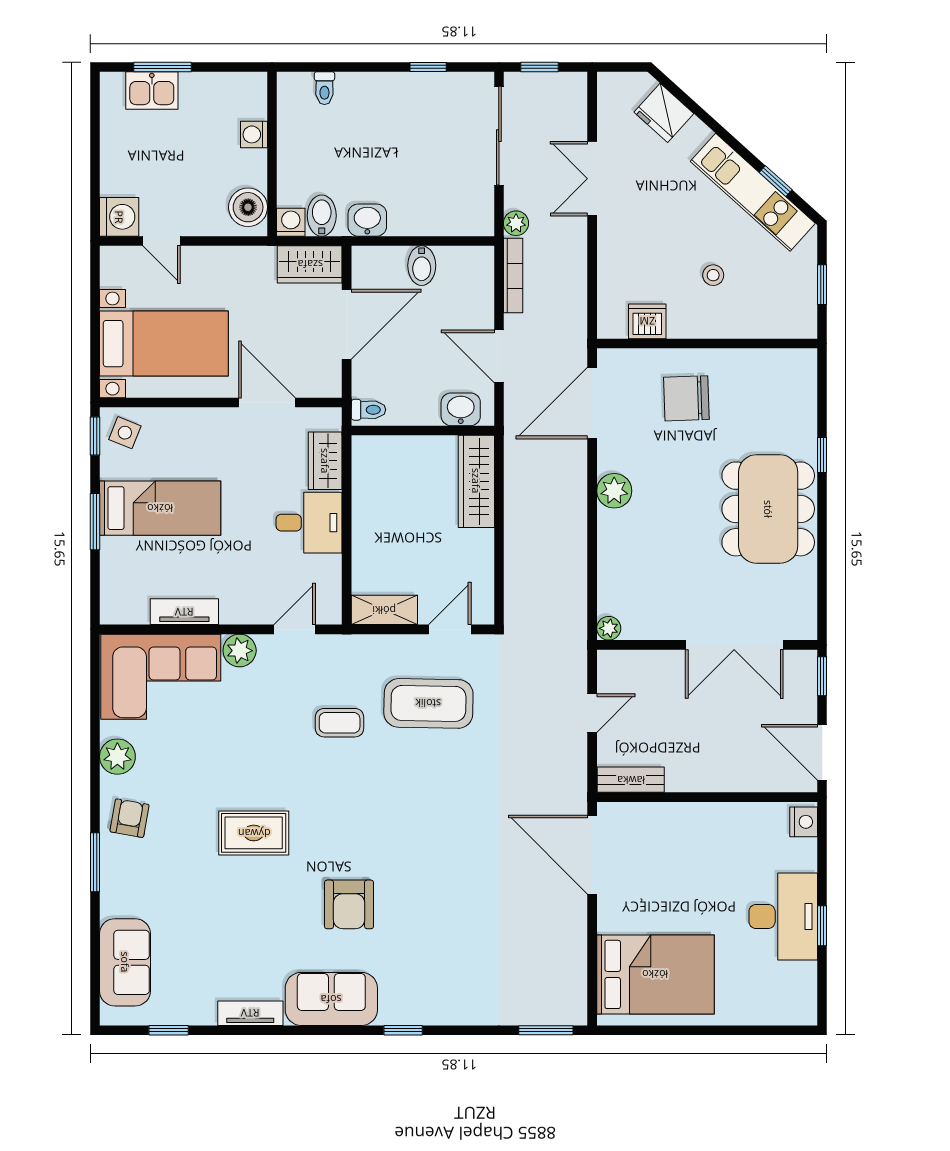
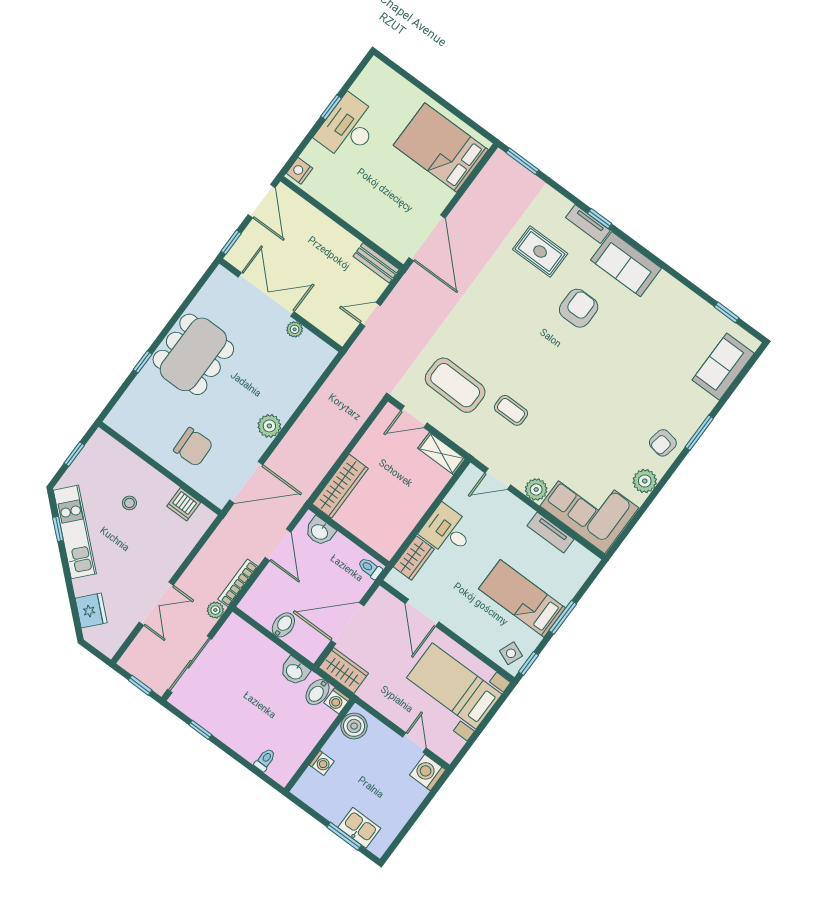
plant: (609, 628) -> (295, 329), moved
rug: (254, 833) -> (540, 251), moved
tv unit: (250, 1013) -> (588, 224), moved

